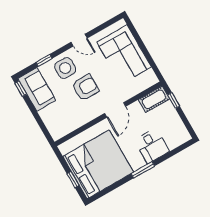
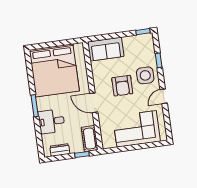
sofa: (37, 89) -> (106, 49), moved
dresser: (178, 125) -> (60, 150), added
window: (73, 180) -> (50, 45), removed

